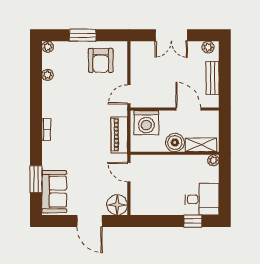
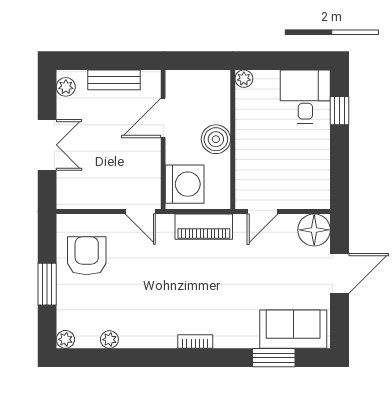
armchair: (101, 60) -> (87, 256), turned -90
shelving: (201, 145) -> (219, 98), removed

